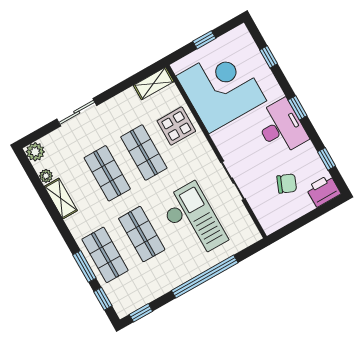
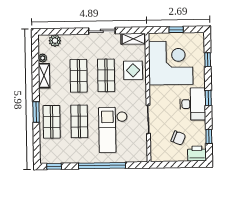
sliding door: (77, 112) -> (102, 31), moved
plant: (35, 152) -> (55, 41), moved
checkout: (193, 220) -> (113, 130), turned 180
window: (84, 266) -> (36, 112), moved
window: (103, 299) -> (37, 146), removed

